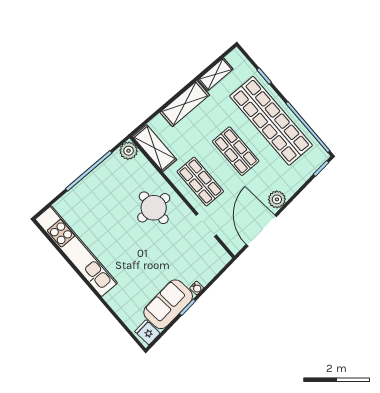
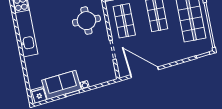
plant: (277, 199) -> (165, 59), removed
door: (261, 231) -> (145, 72), hinge flipped

